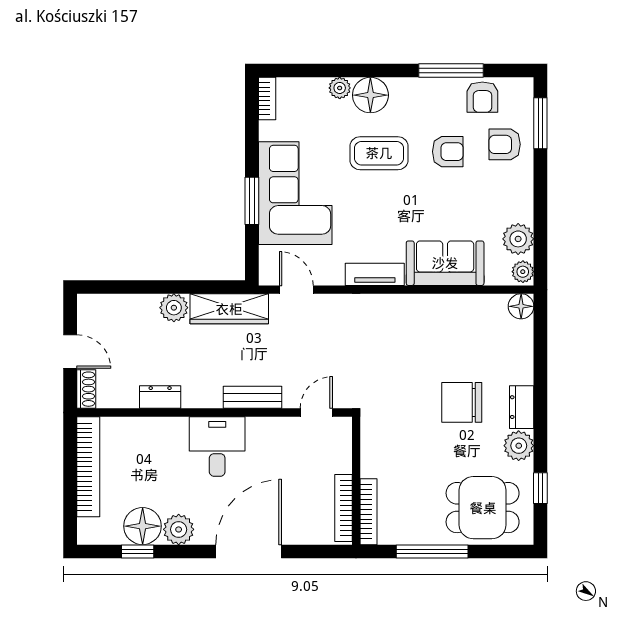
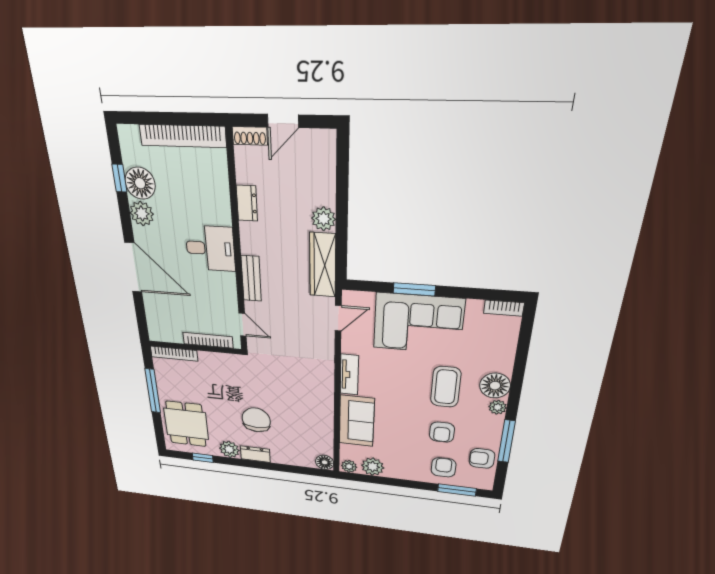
plant: (340, 88) -> (498, 407), moved
bookcase: (343, 508) -> (208, 340), moved

